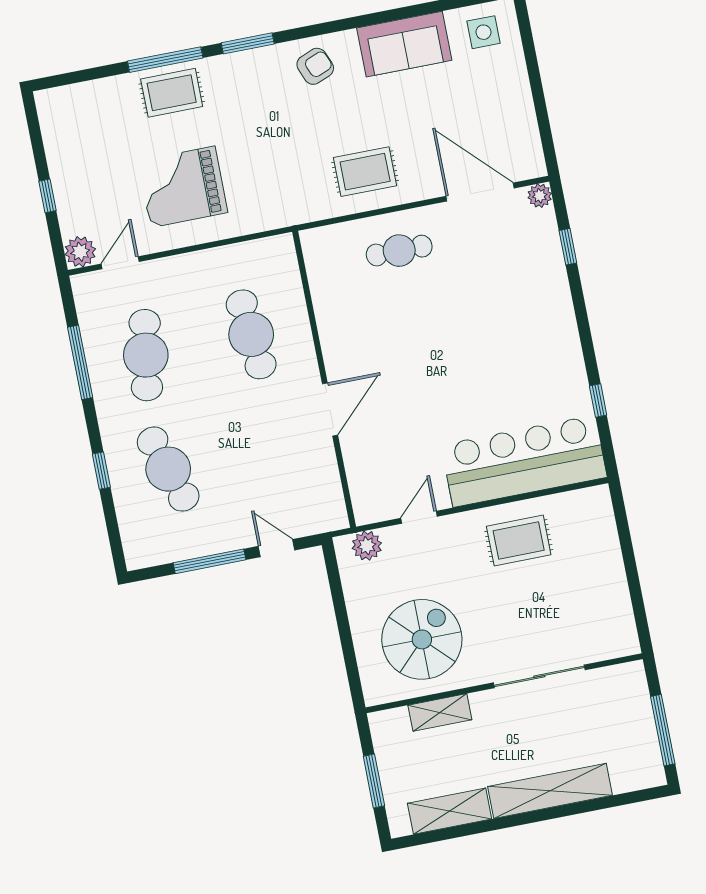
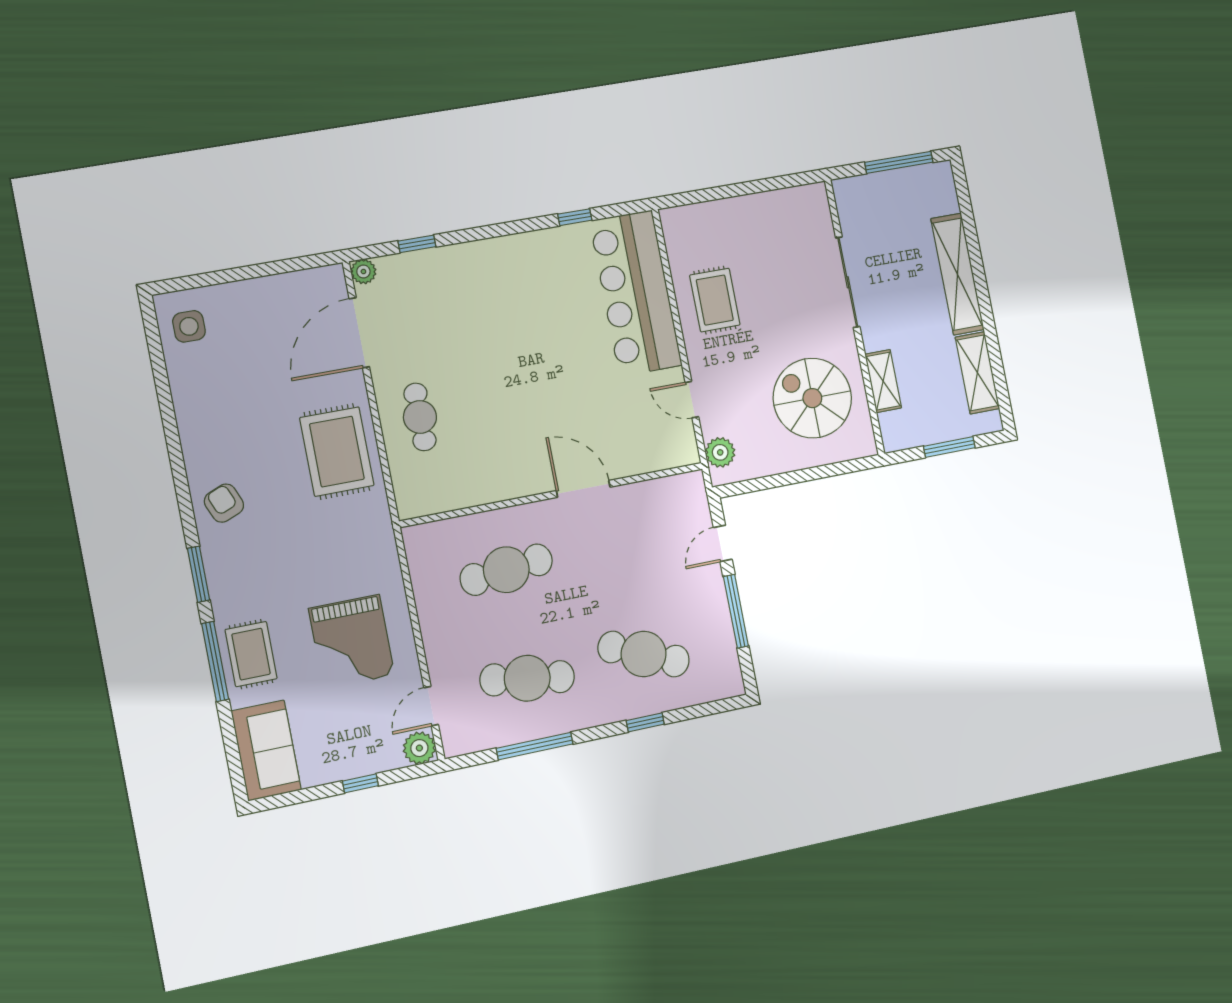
sofa: (404, 44) -> (266, 751), moved
rug: (365, 172) -> (337, 452), width x1.36, depth x1.43
door: (120, 263) -> (431, 706), hinge flipped
cafe table: (168, 469) -> (644, 654), turned 42

